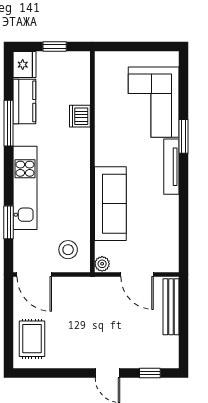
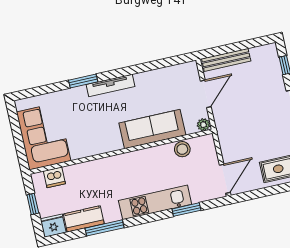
corner sofa: (154, 102) -> (44, 136), moved, turned -90
dishwasher: (80, 116) -> (54, 177), moved
stool: (68, 250) -> (182, 149), moved

